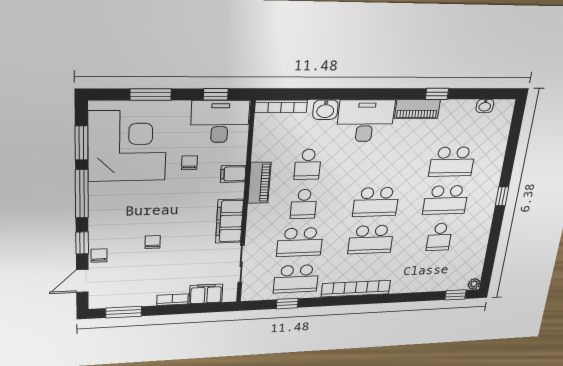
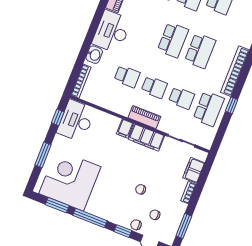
chair: (189, 163) -> (155, 215), moved
filing cabinet: (233, 174) -> (125, 129), moved
piano: (259, 183) -> (144, 117), moved
school desk: (300, 242) -> (181, 98), width x0.54
window: (287, 304) -> (232, 105), moved

